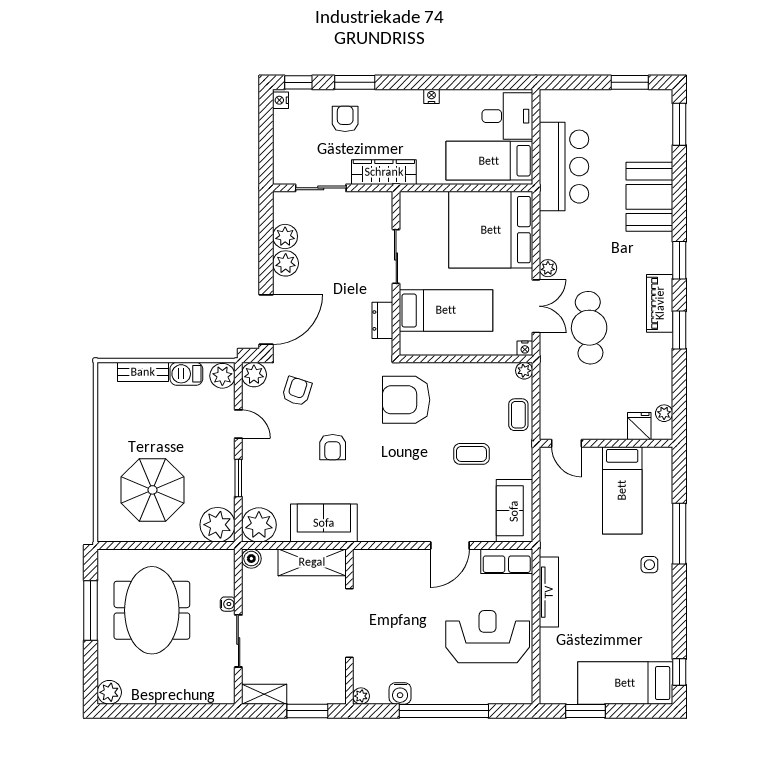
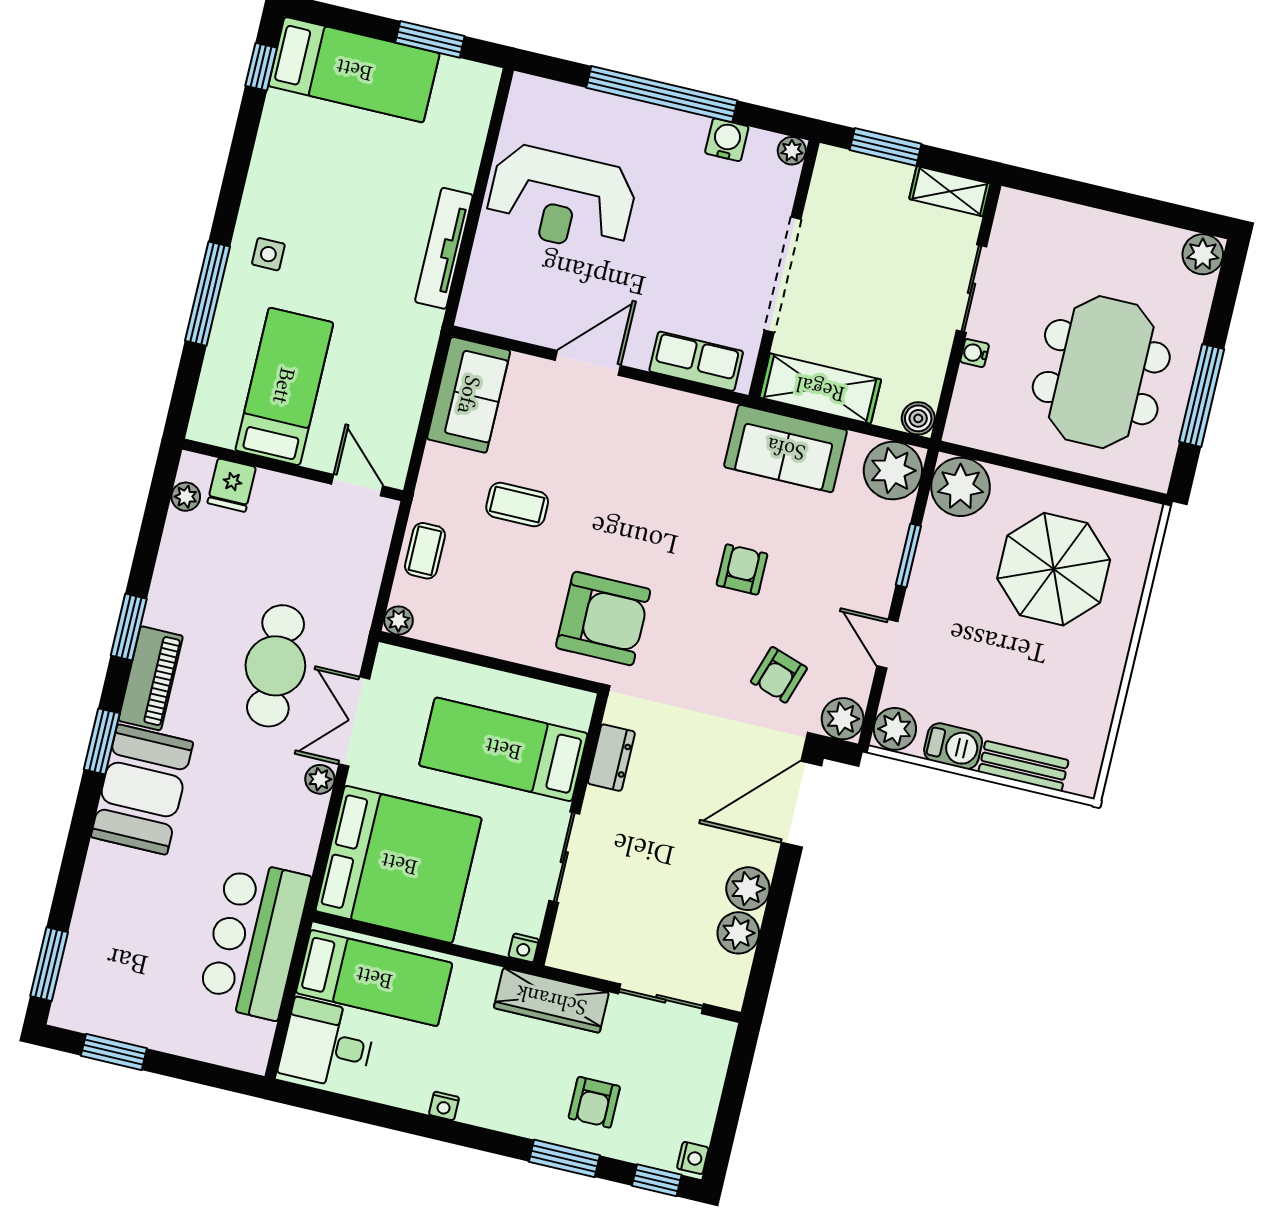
booth: (649, 197) -> (142, 790), moved
nightstand: (525, 348) -> (524, 948), moved, turned 180
row of seats: (507, 561) -> (696, 361), moved

